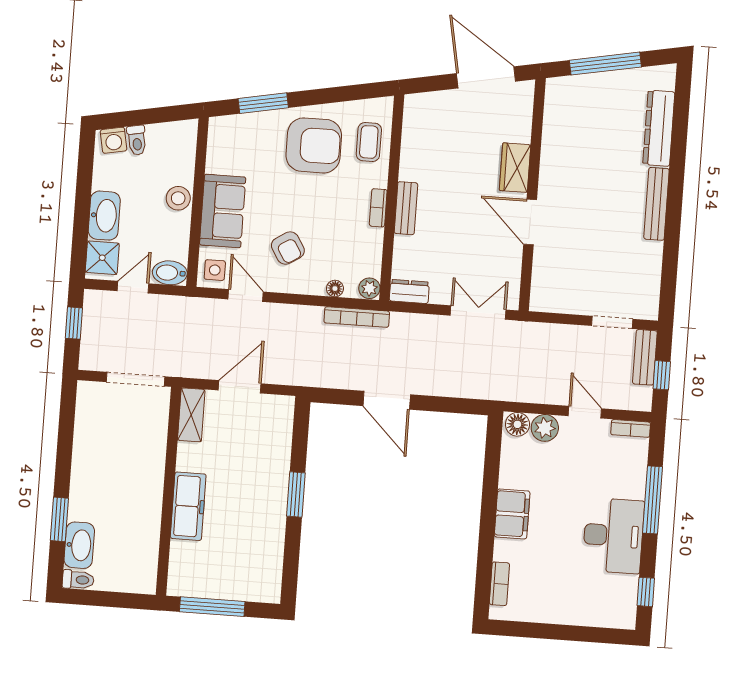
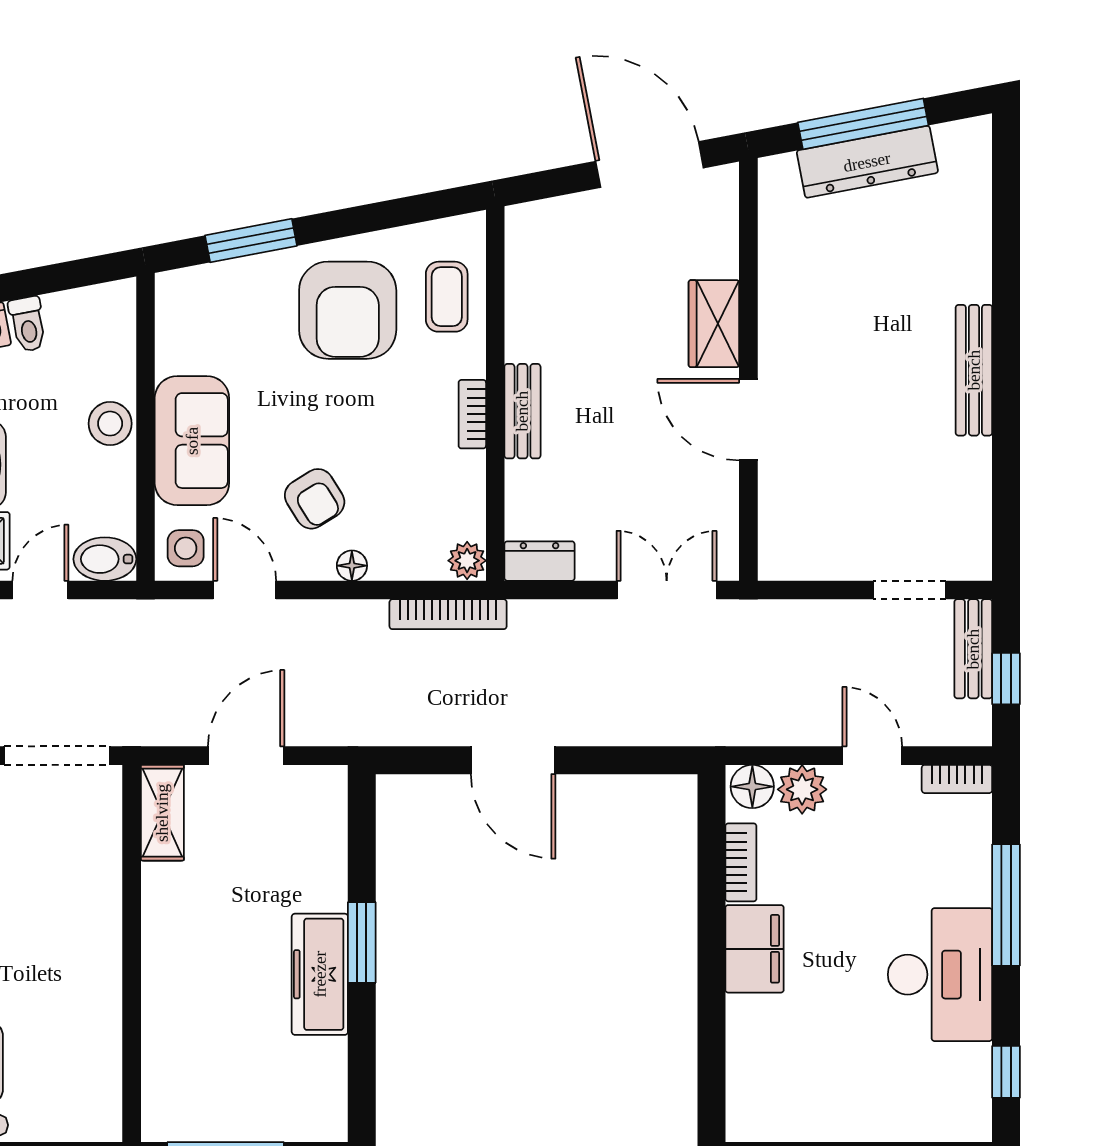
dresser: (659, 128) -> (867, 162), moved, turned -101
armchair: (314, 145) -> (348, 310), turned 90
floor lamp: (335, 289) -> (352, 566), moved
freezer: (188, 506) -> (320, 974), moved, turned 180
bookcase: (499, 584) -> (741, 862), moved

